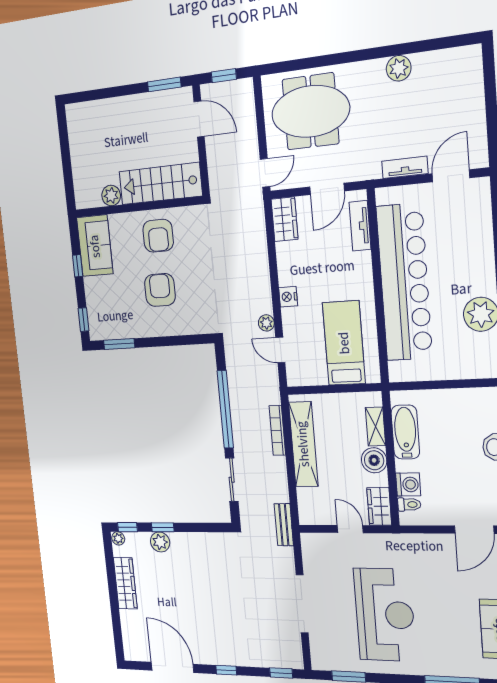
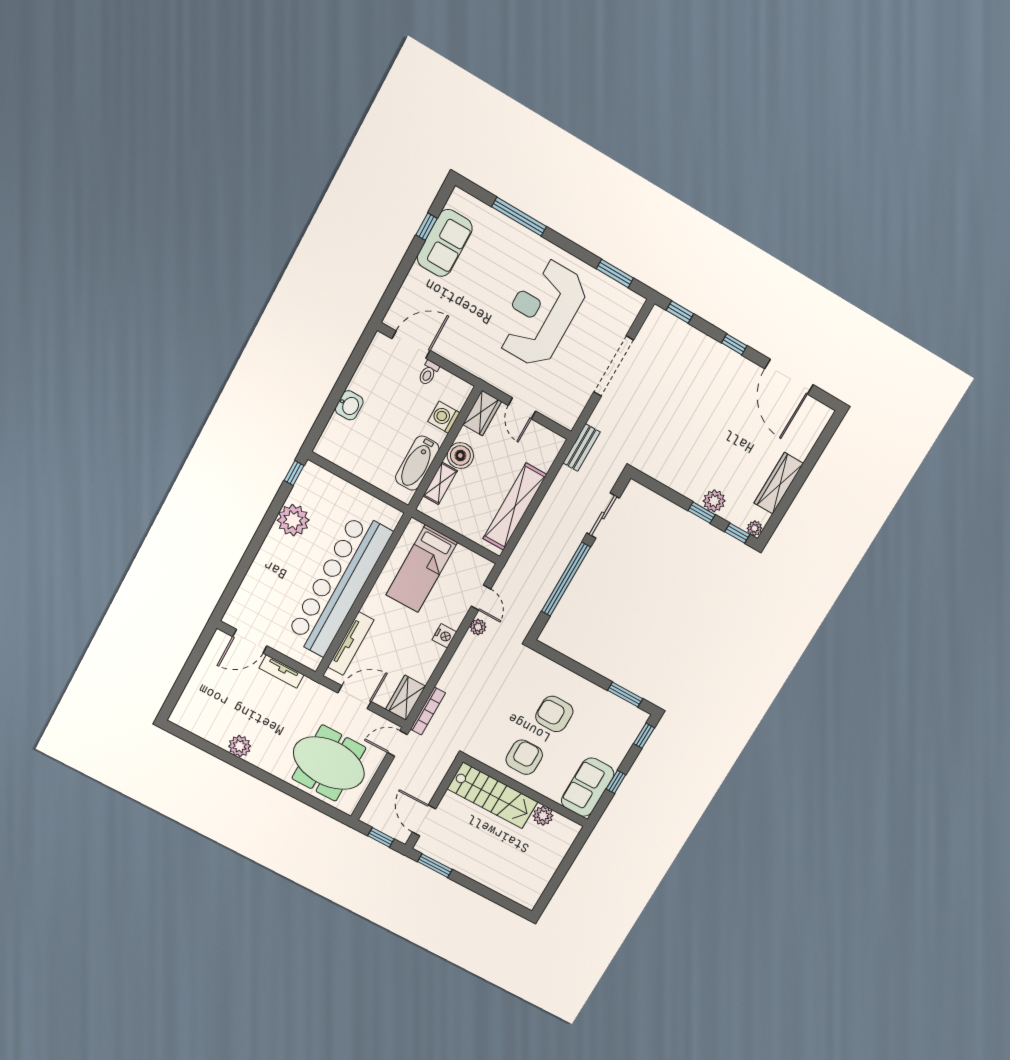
tv unit: (360, 226) -> (351, 644), width x1.41
armchair: (160, 290) -> (554, 714), turned 90
bookcase: (277, 430) -> (428, 711), moved
toilet: (409, 504) -> (428, 373), moved, turned -90

